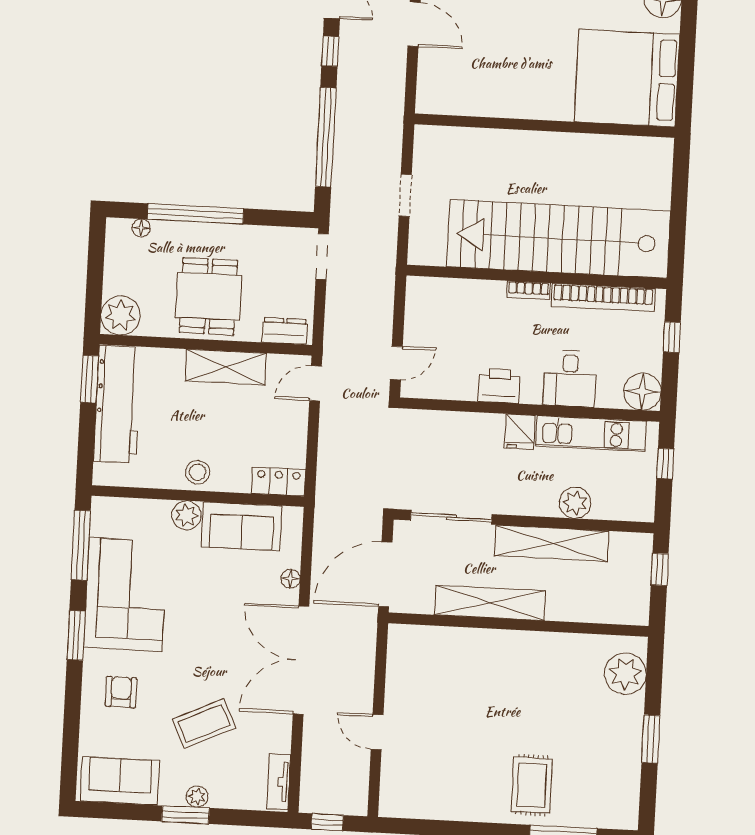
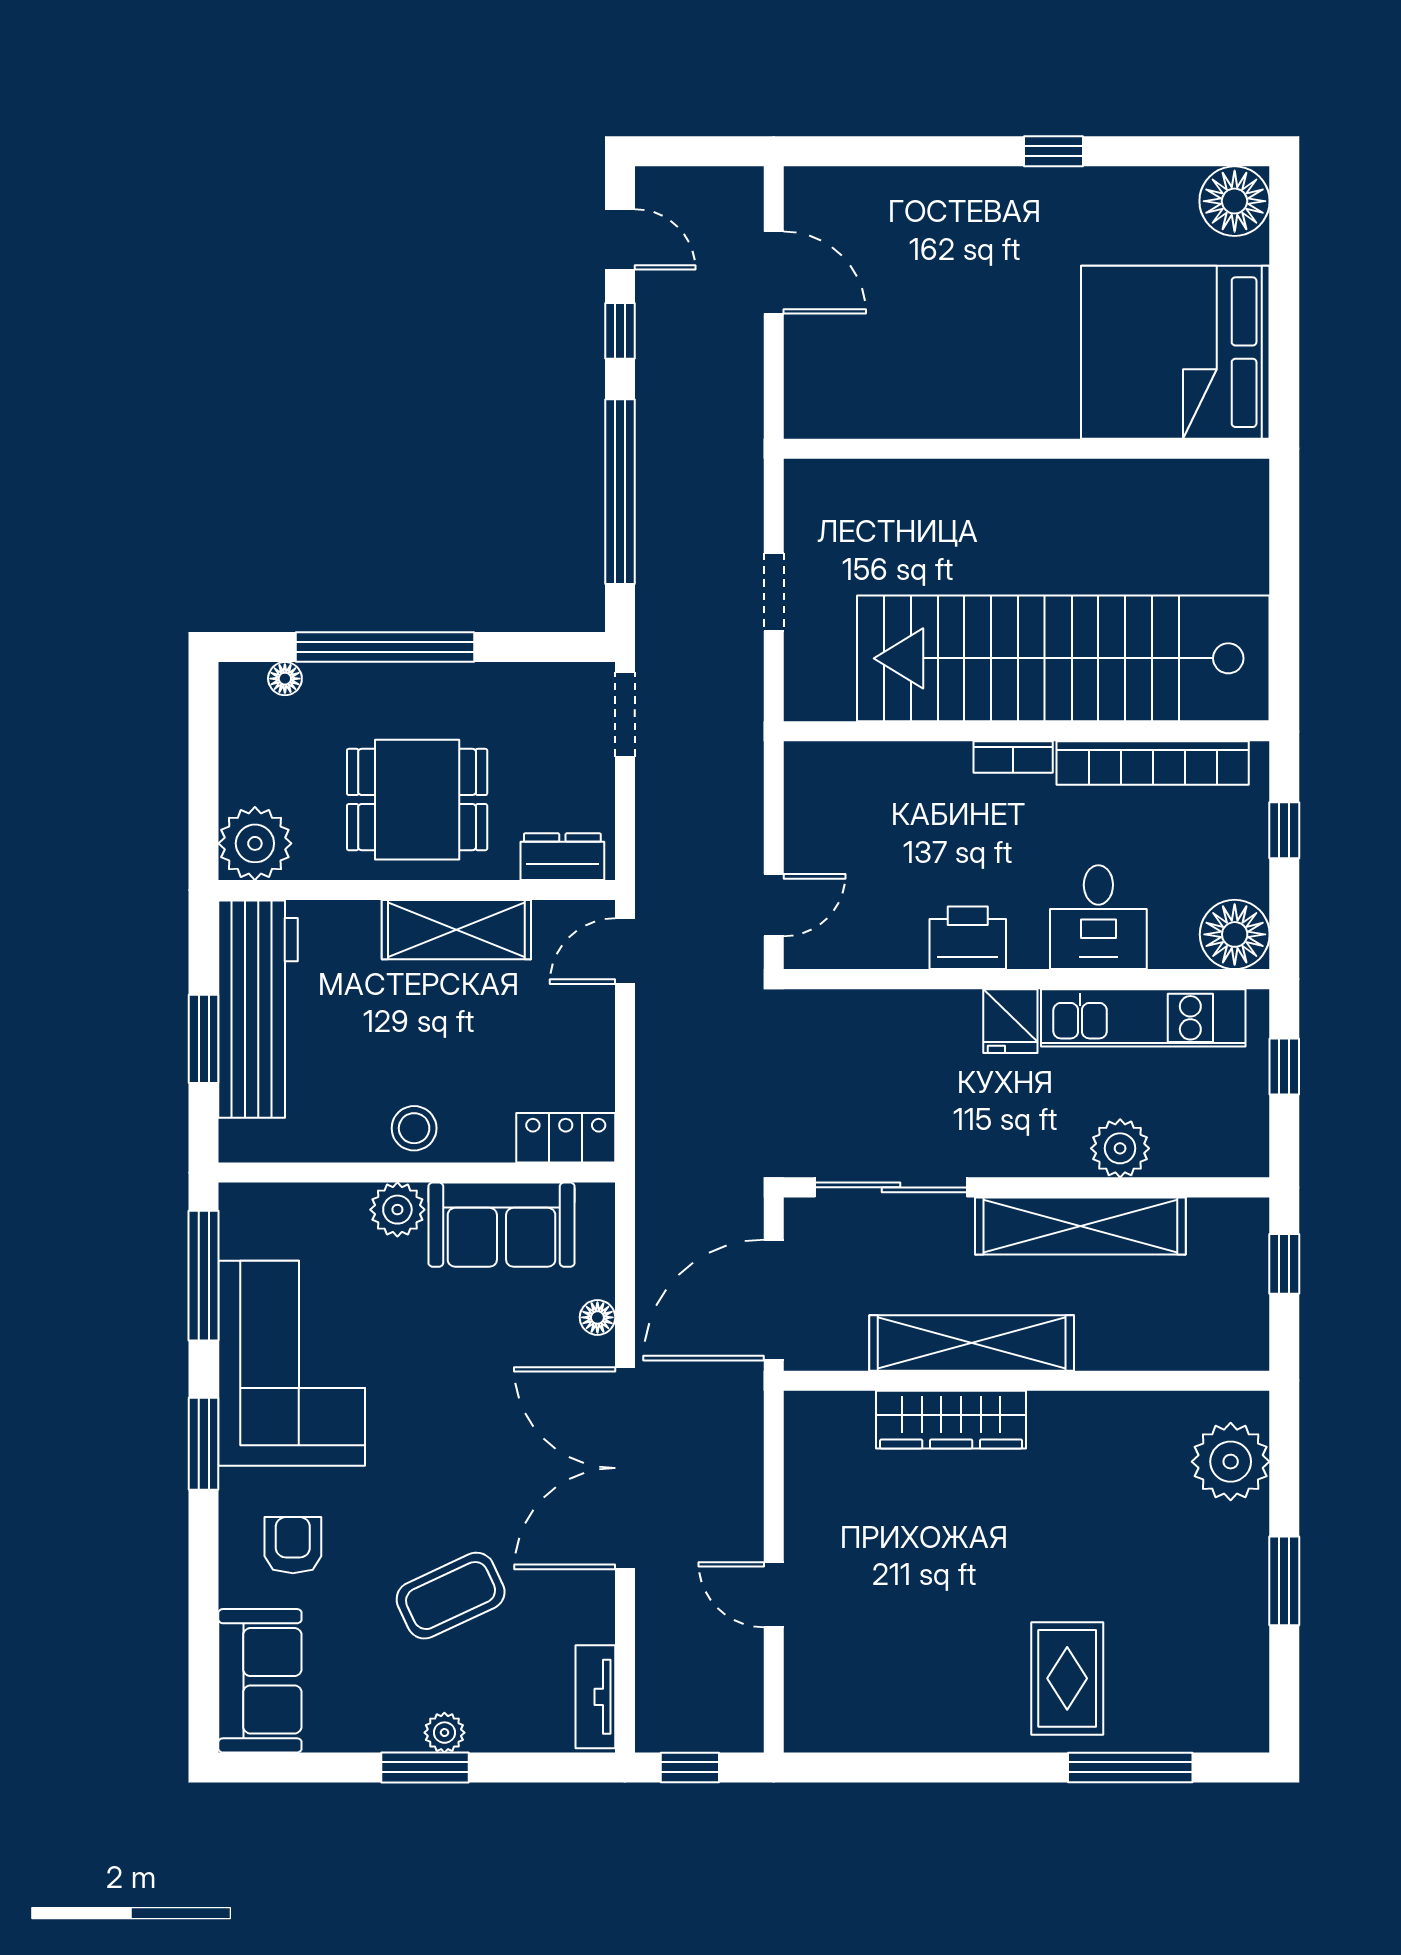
dining table: (208, 296) -> (417, 800), turned 90
window: (90, 379) -> (204, 1039), moved
wardrobe: (477, 643) -> (951, 1420), added
sofa: (120, 781) -> (260, 1681), moved, turned 90

